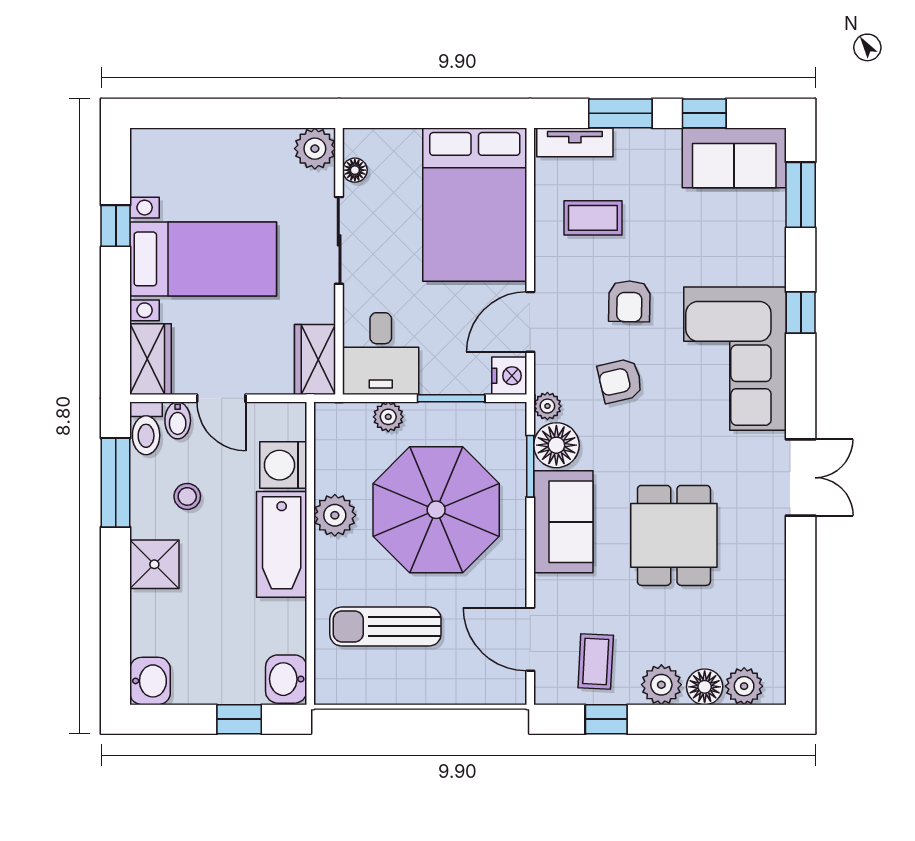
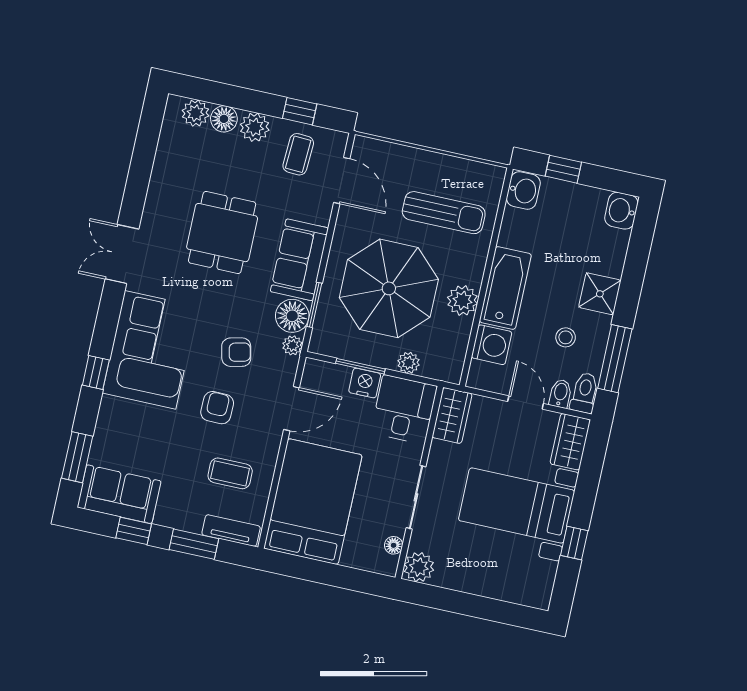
nightstand: (509, 376) -> (365, 383), moved, turned 90

